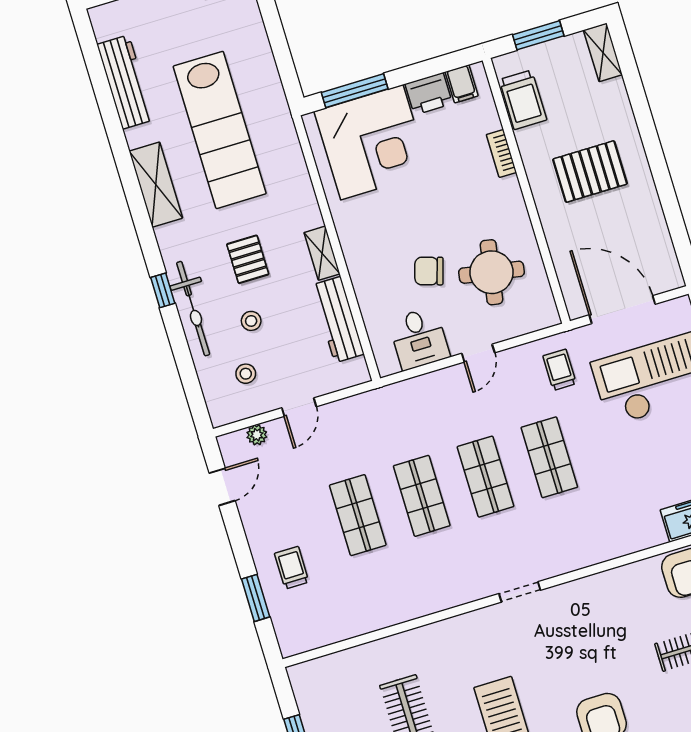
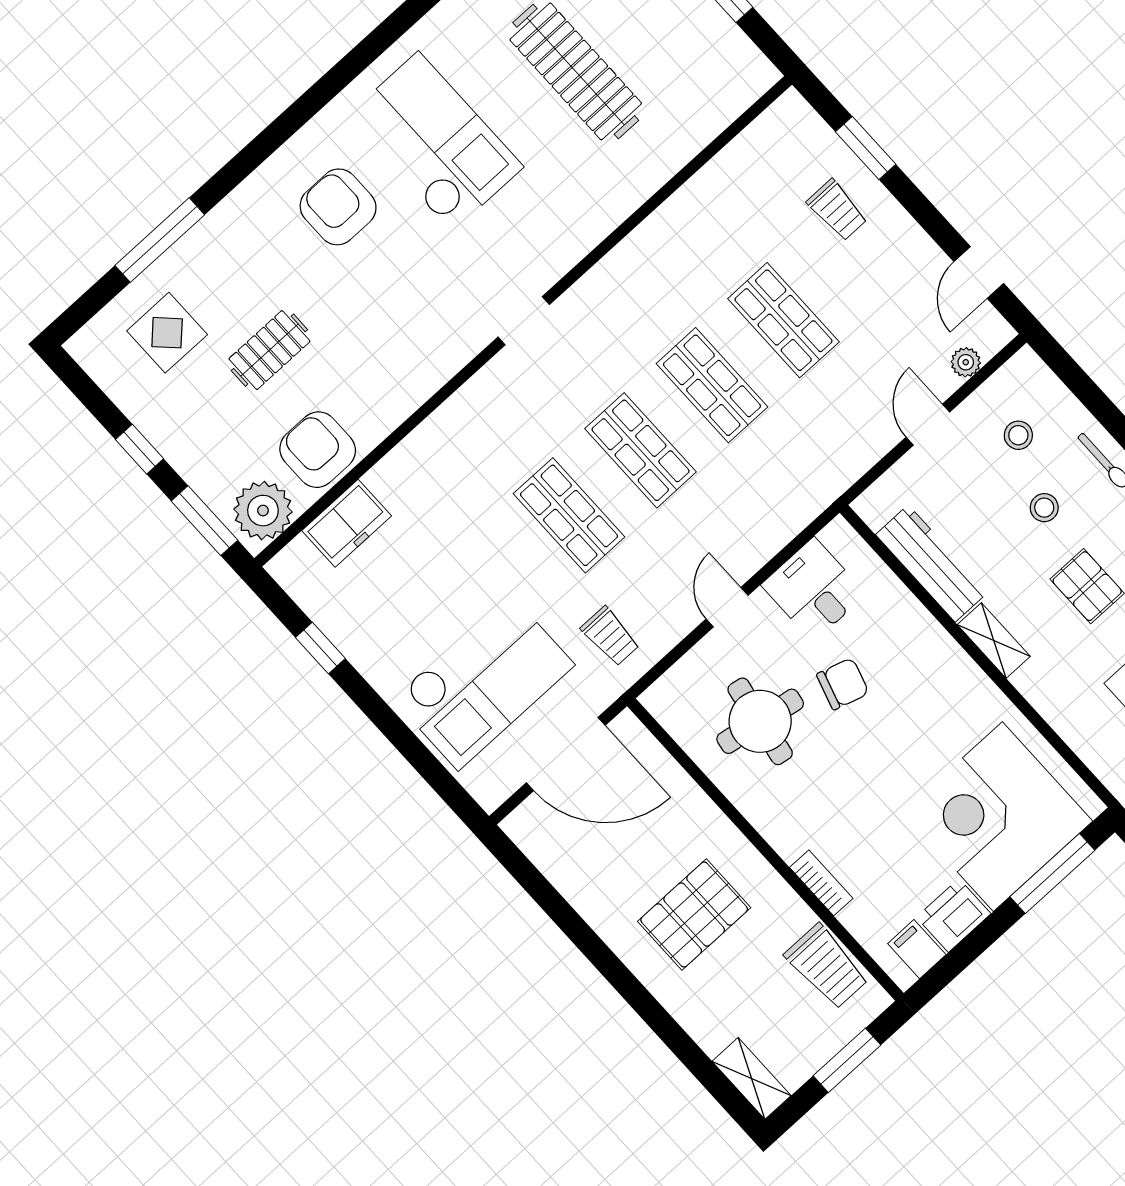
trolley: (523, 100) -> (827, 967), turned 180

